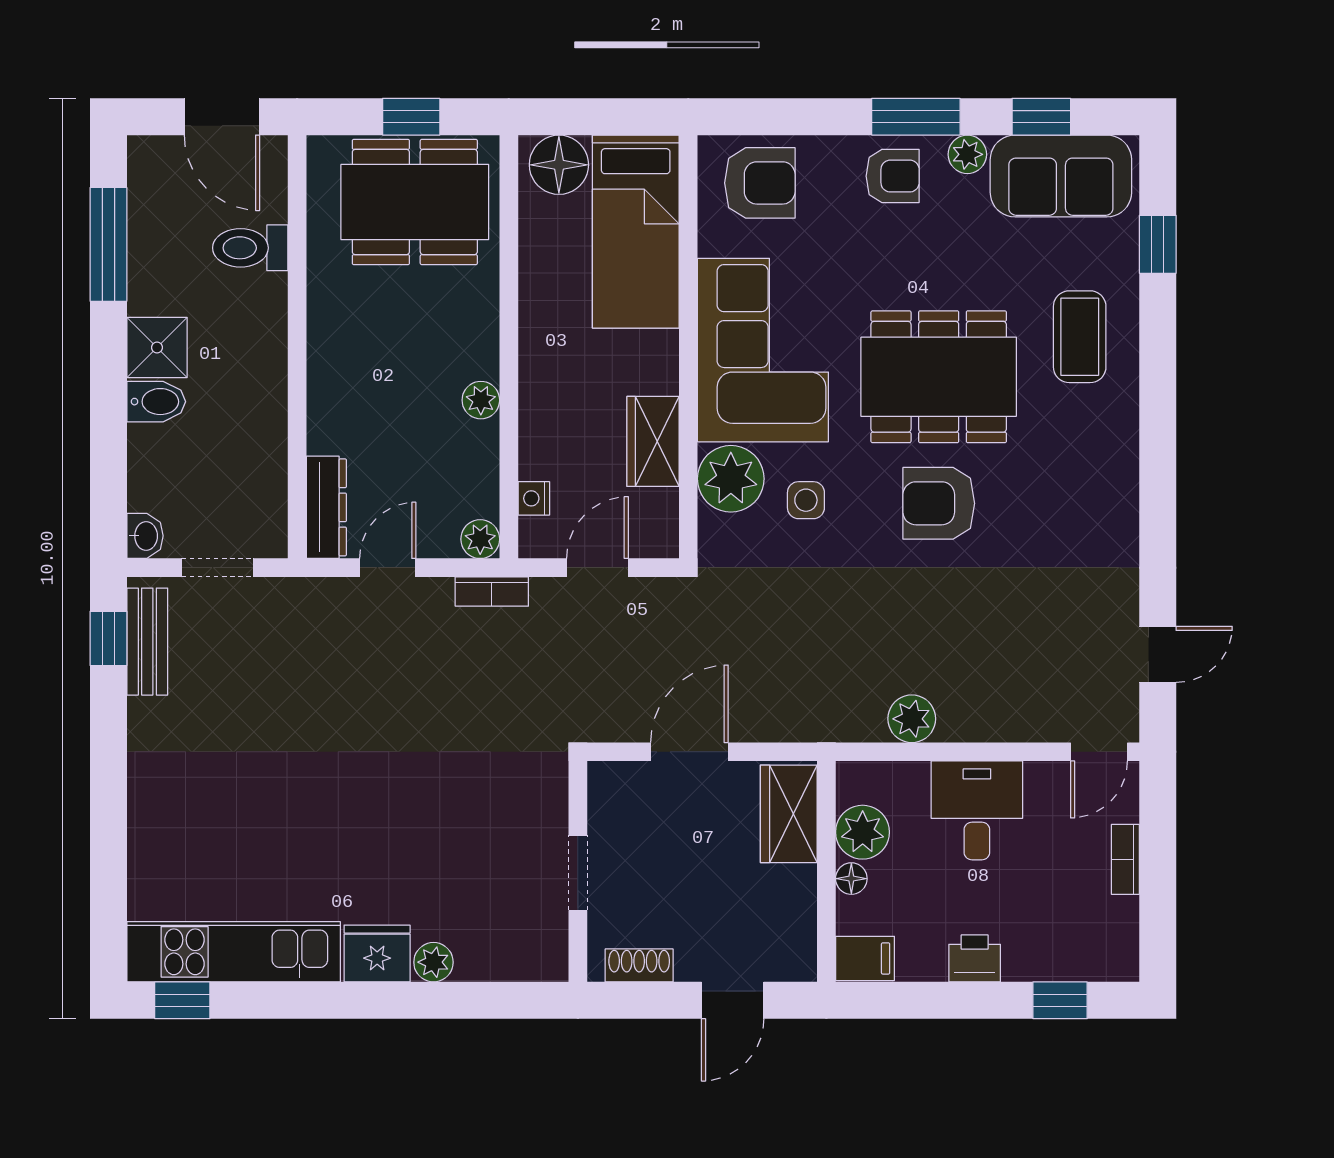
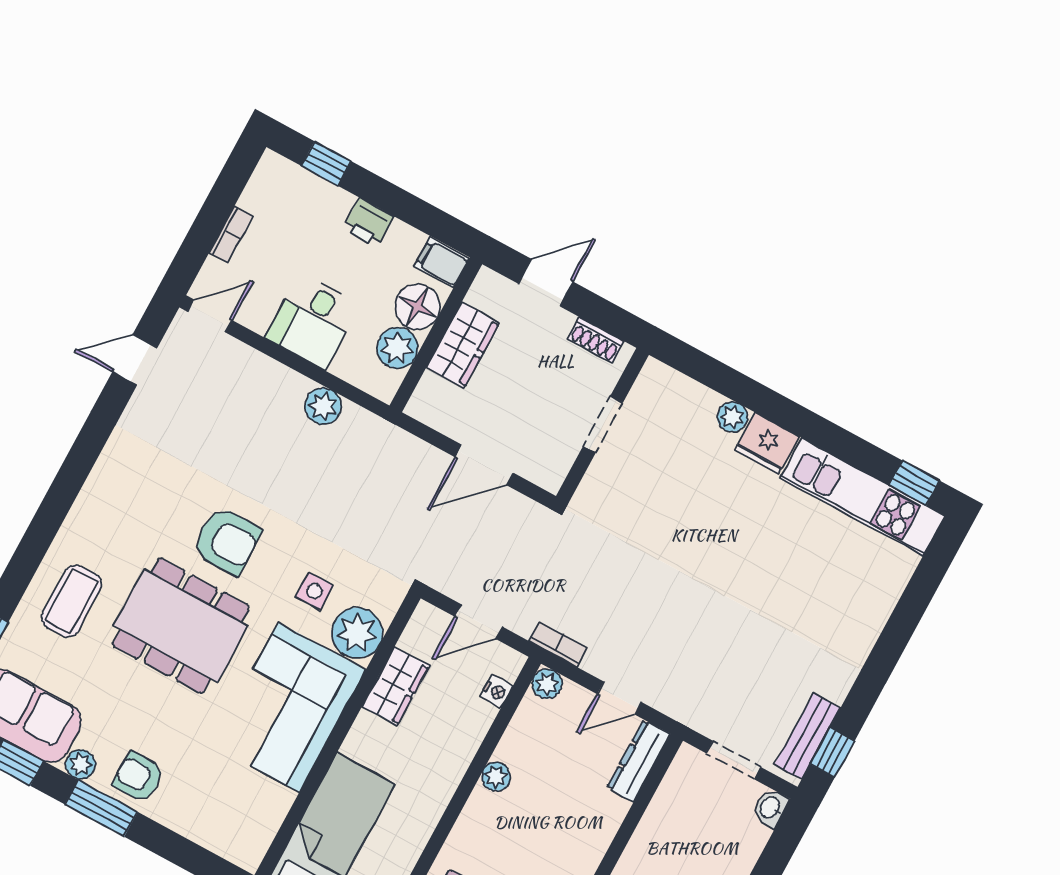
armchair: (760, 183) -> (230, 821), removed
wardrobe: (789, 814) -> (463, 345), moved
floor lamp: (851, 879) -> (418, 307), width x1.89, depth x1.89

